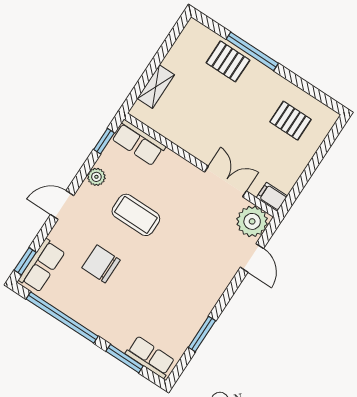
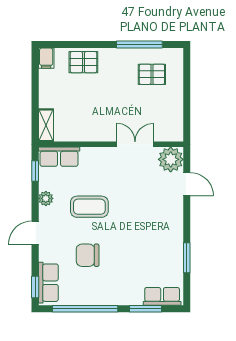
window: (252, 51) -> (139, 45), moved
shelving: (156, 87) -> (46, 125), moved
filing cabinet: (272, 197) -> (46, 58), moved, turned -90

